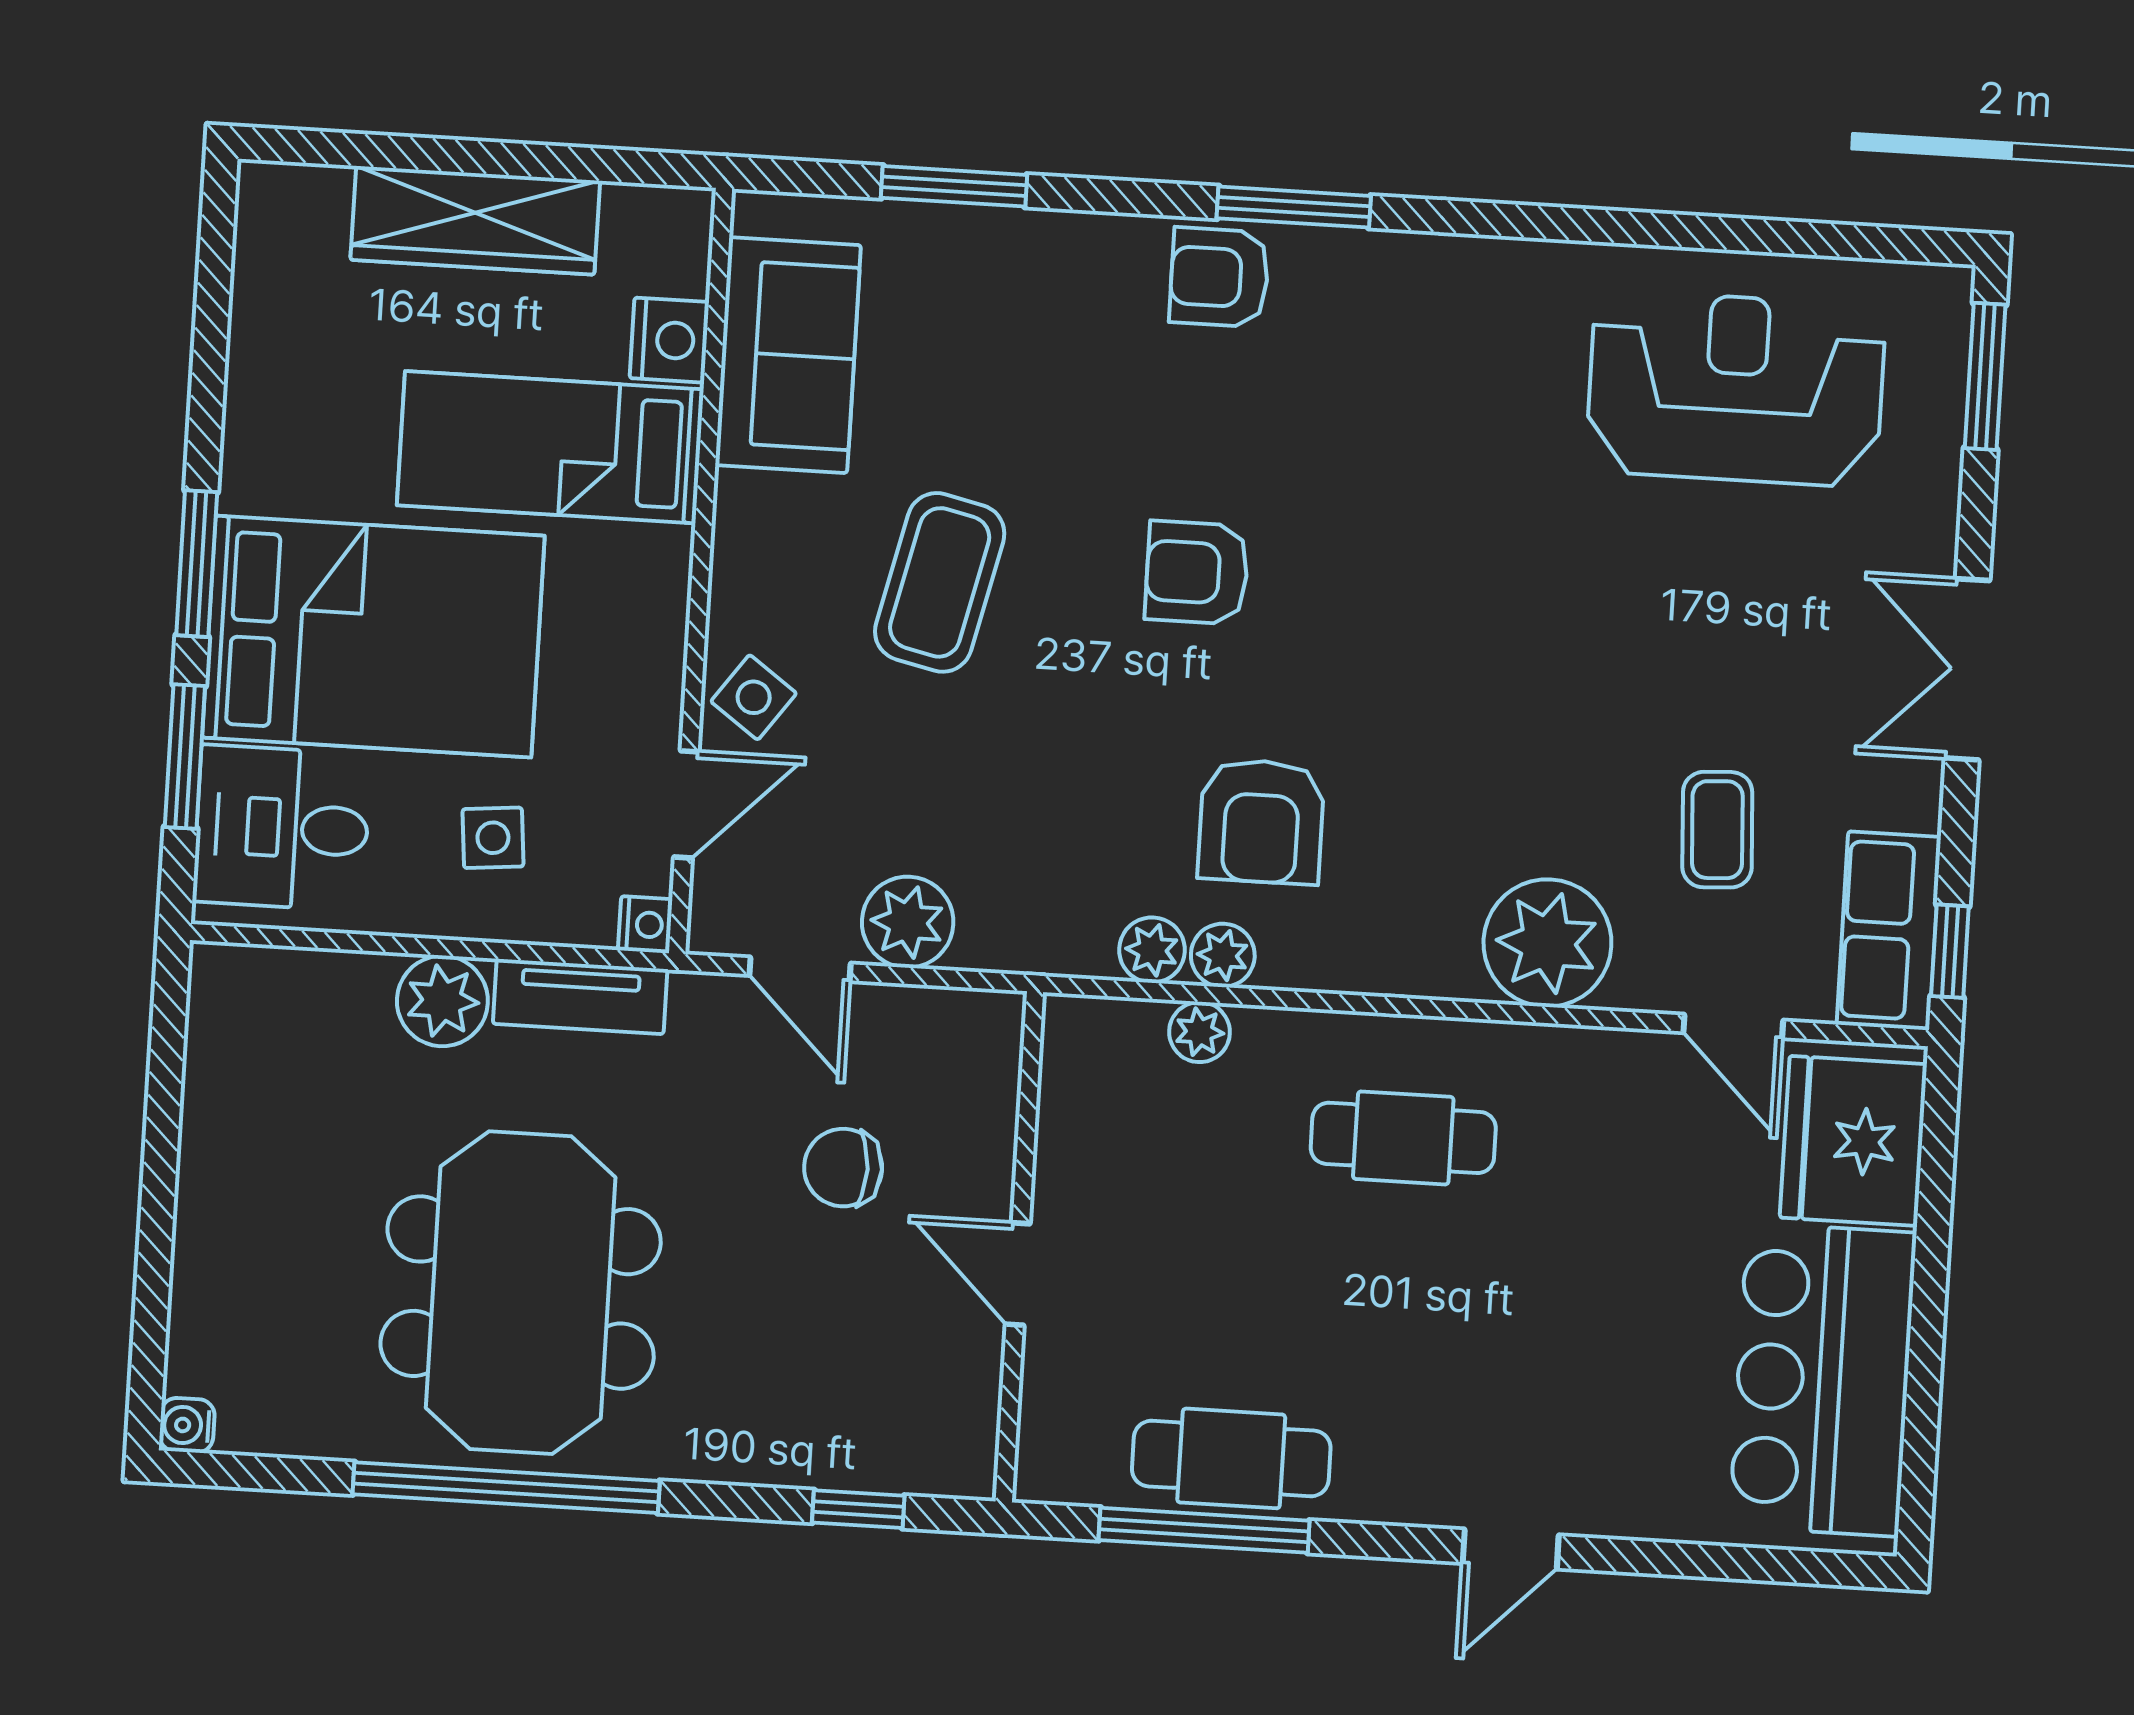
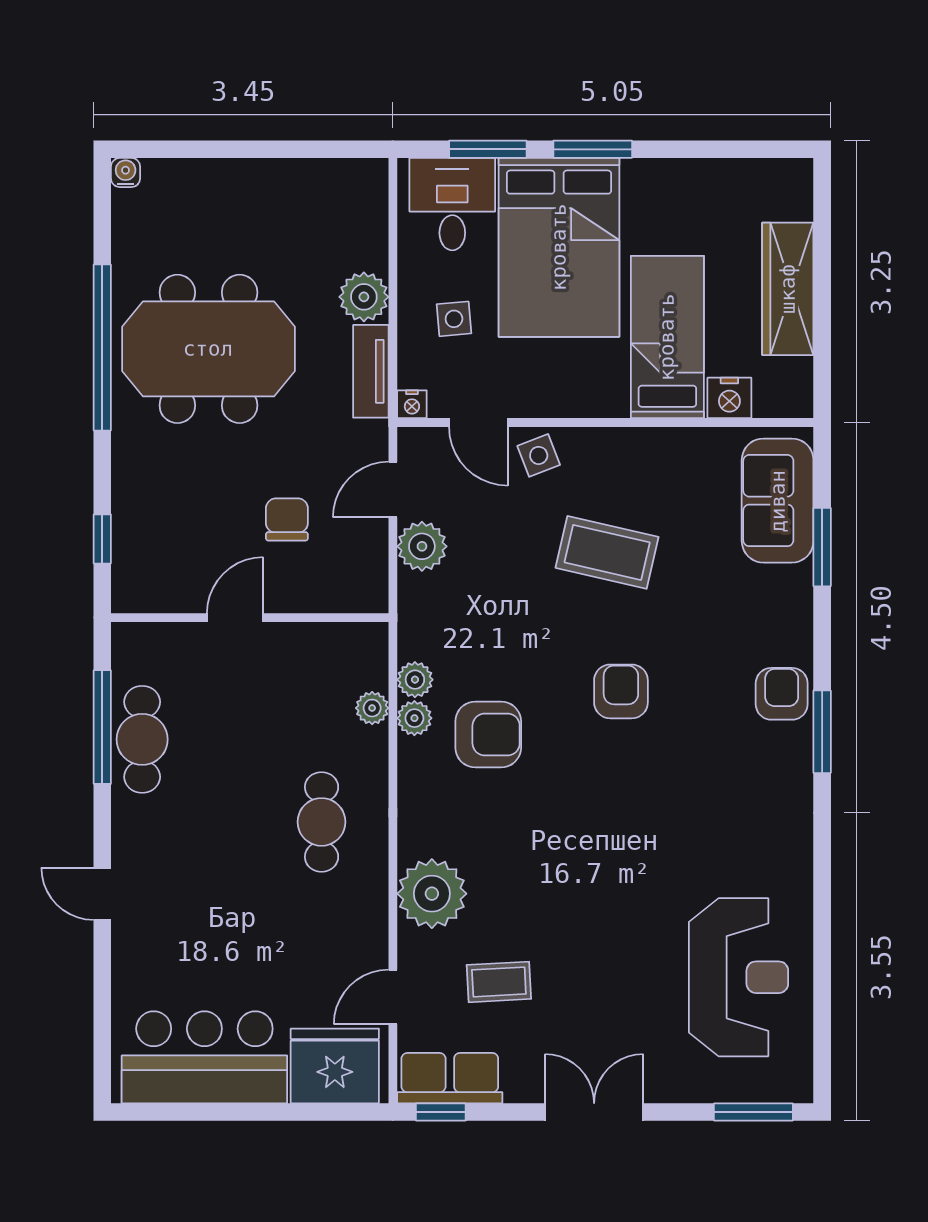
sofa: (788, 355) -> (778, 501), moved, turned 90
side table: (754, 697) -> (539, 455), turned 33
armchair: (1261, 821) -> (488, 734), turned 180

